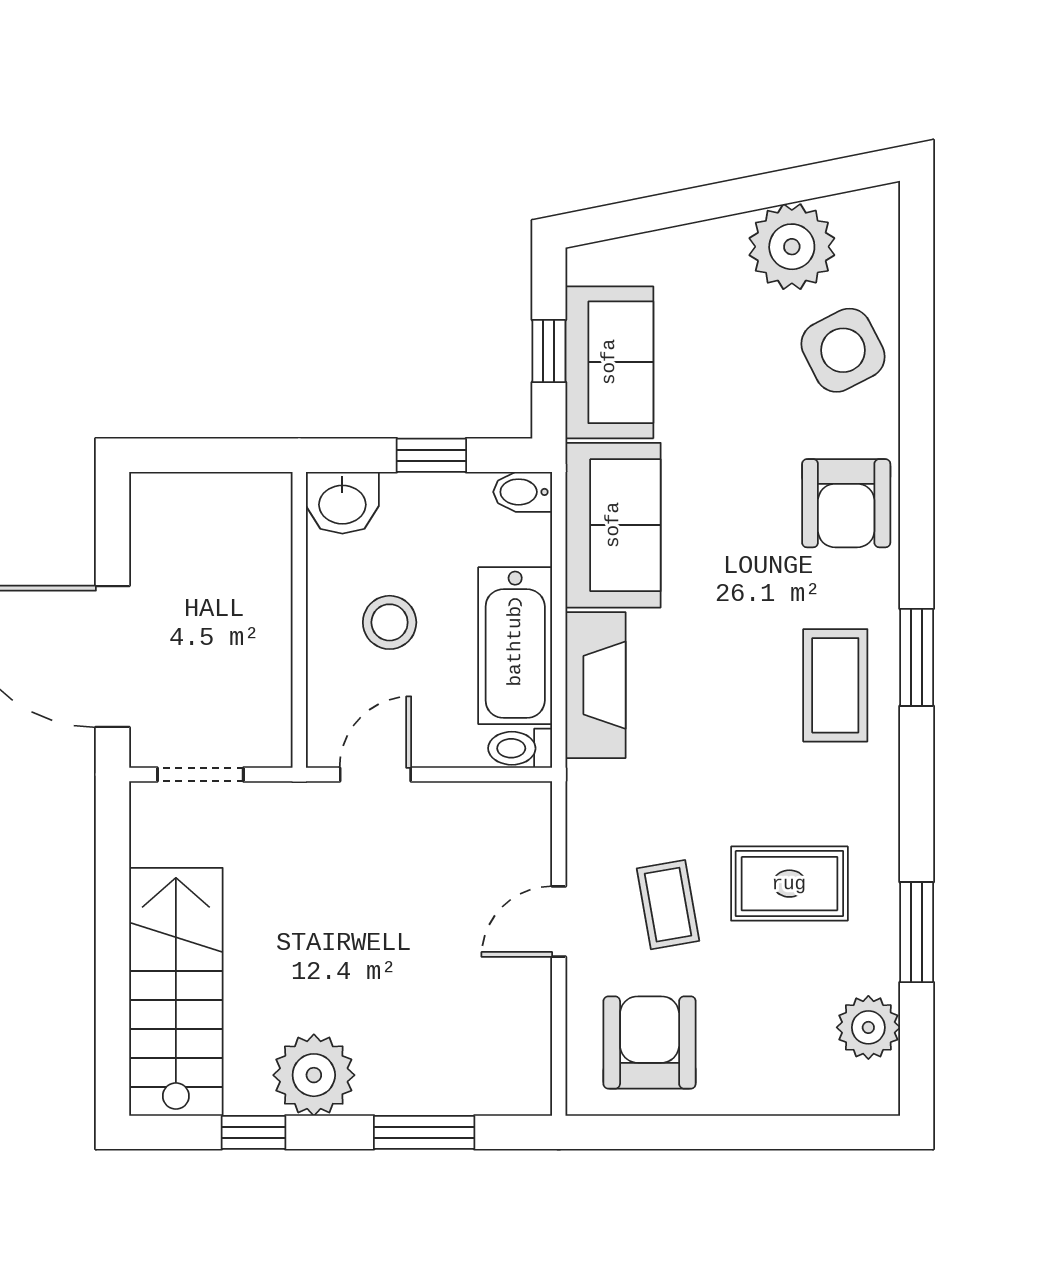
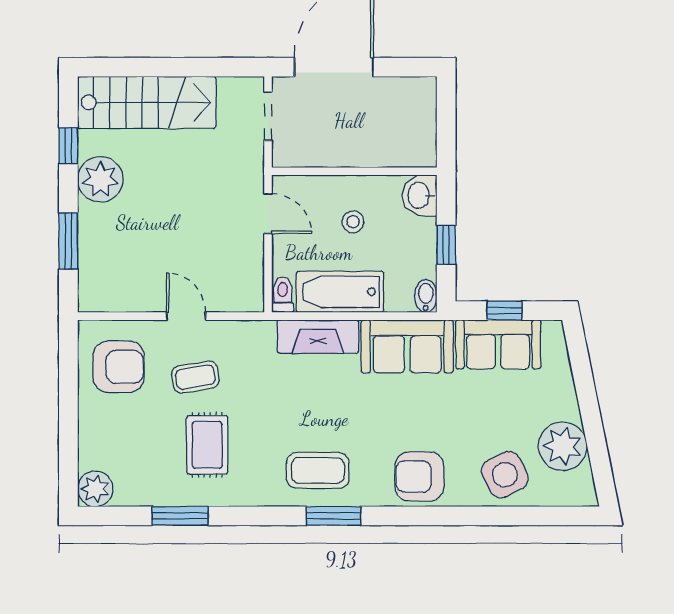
stool: (390, 622) -> (353, 222), width x0.73, depth x0.73
plant: (868, 1027) -> (95, 489), moved

